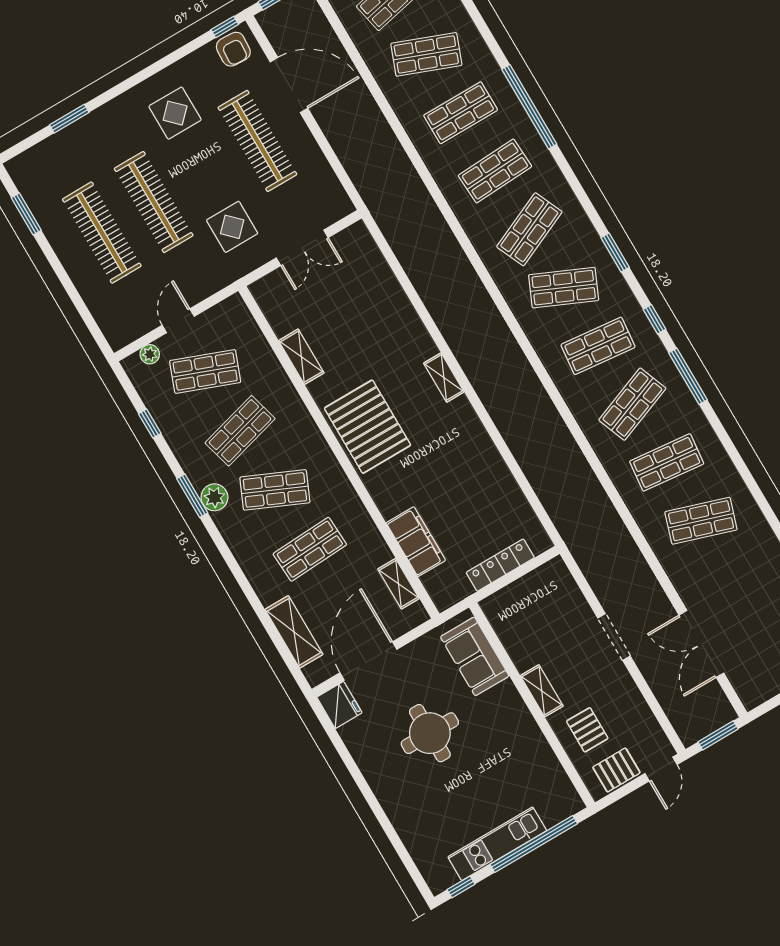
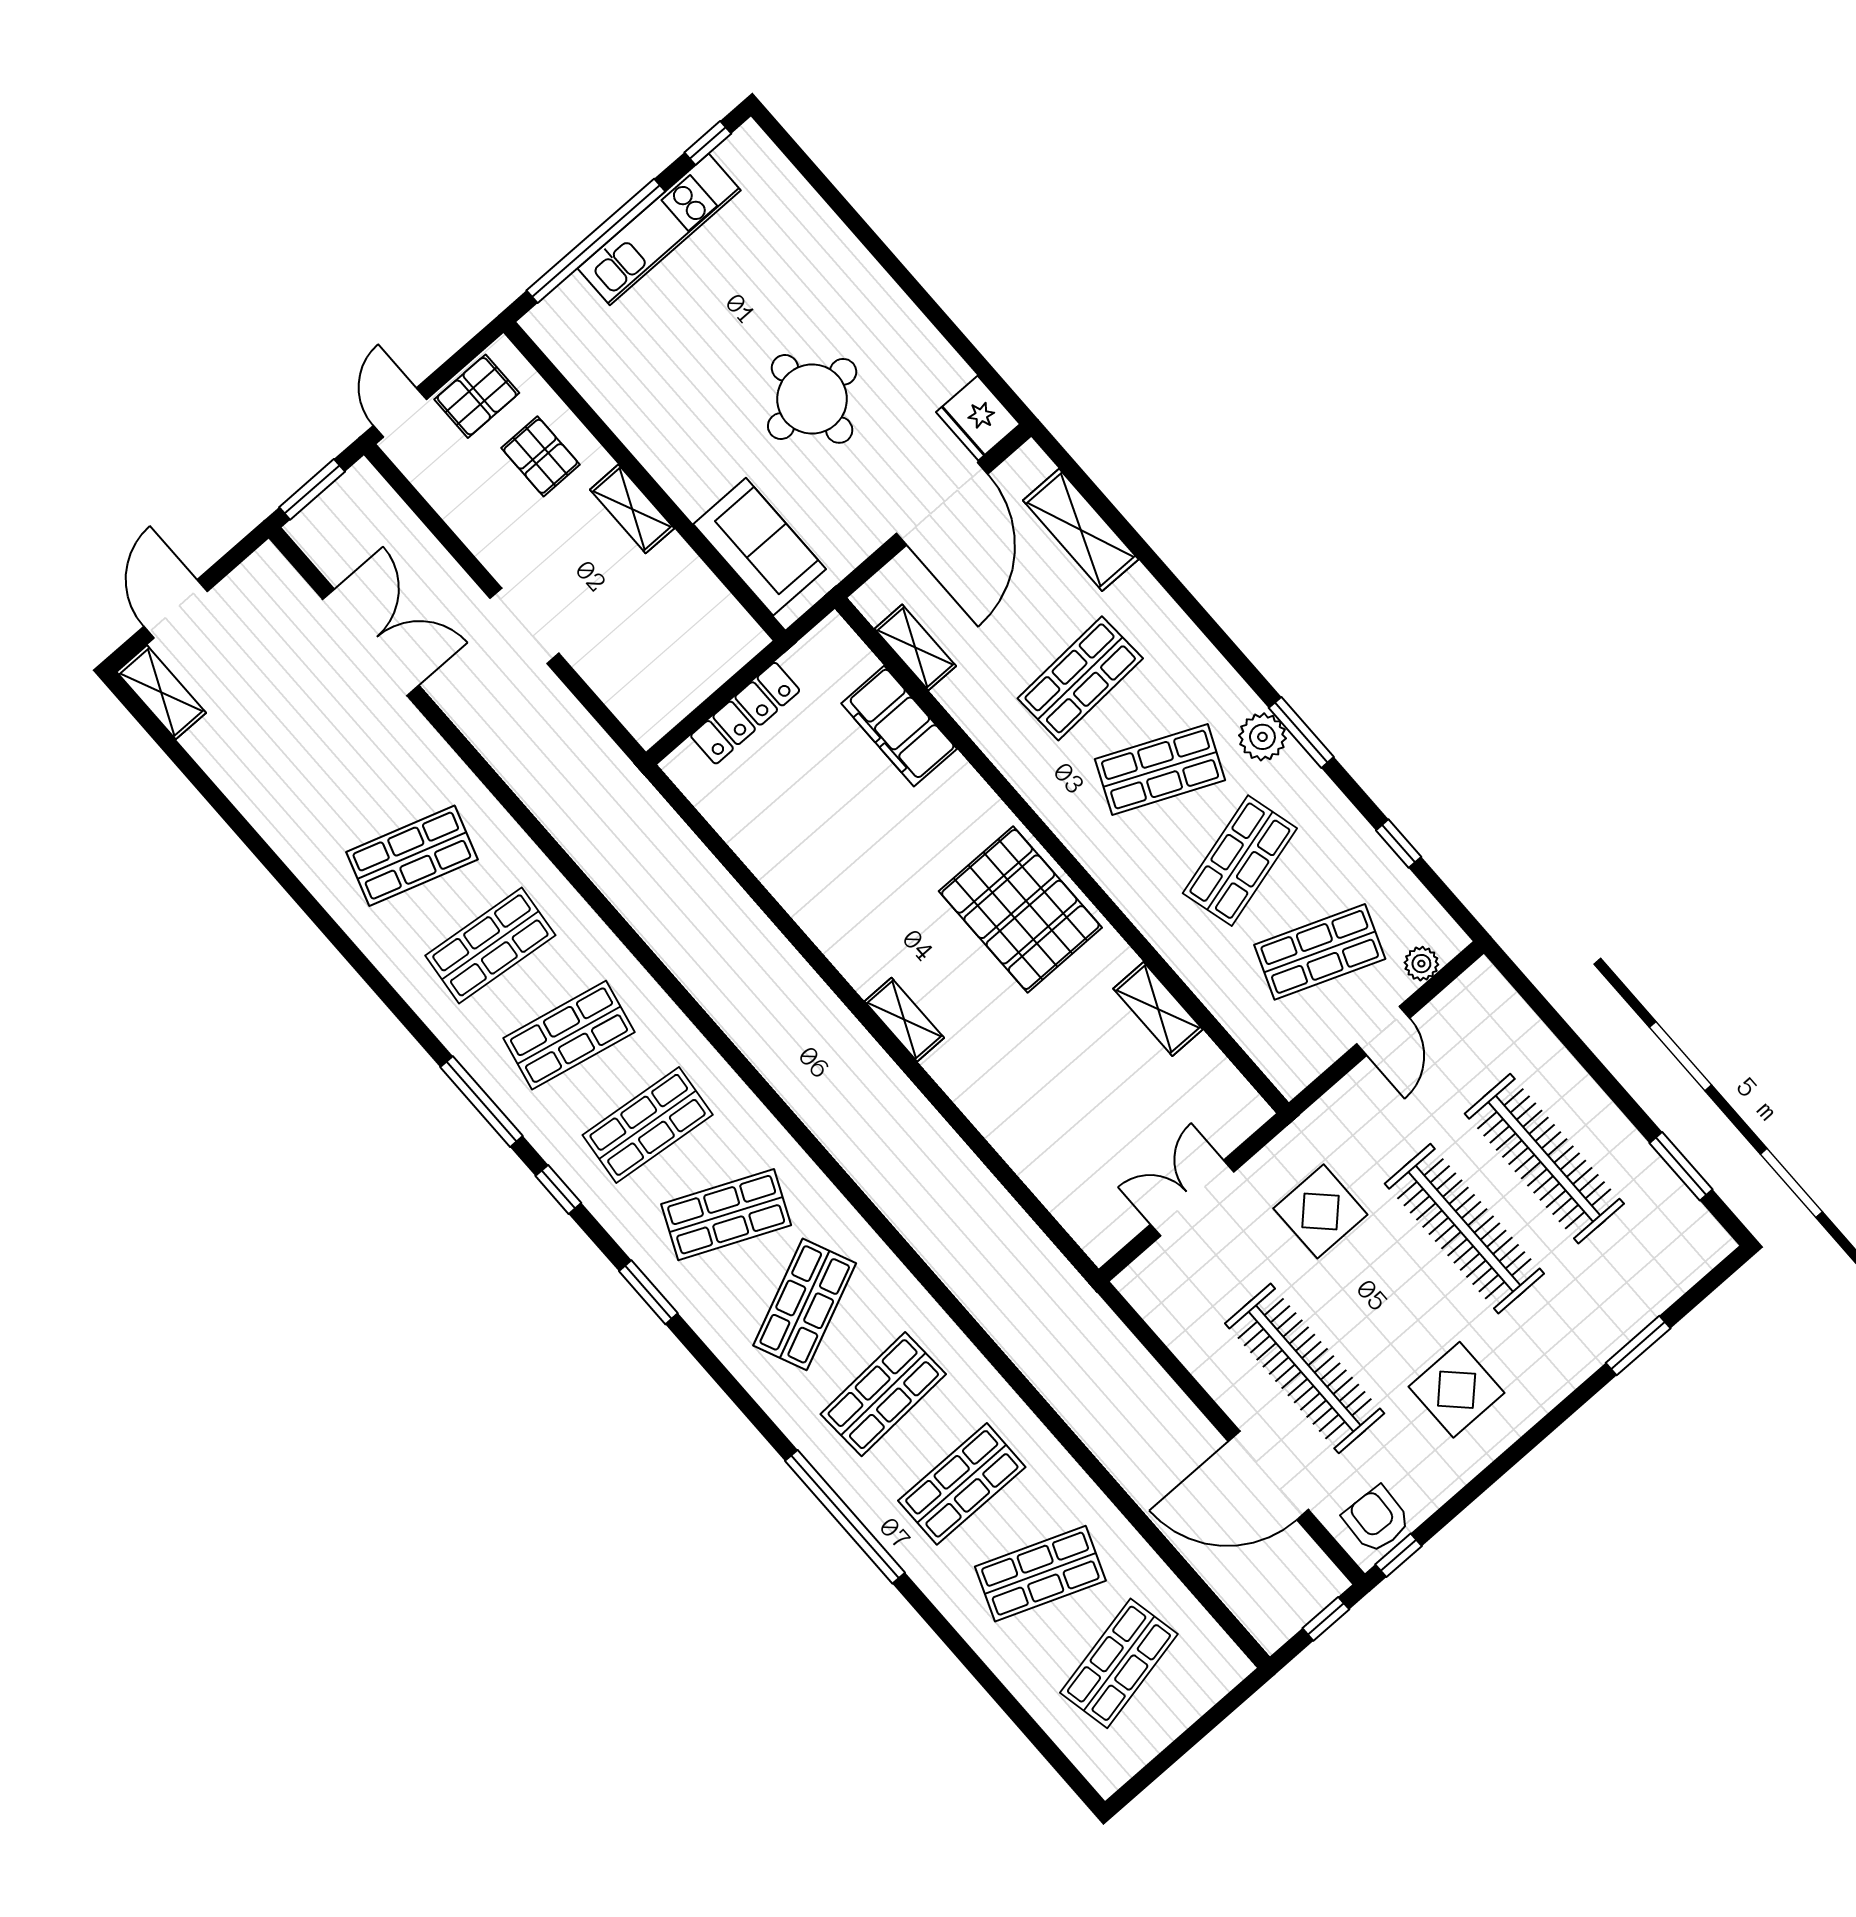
shop shelf: (632, 404) -> (569, 1035), turned 33

